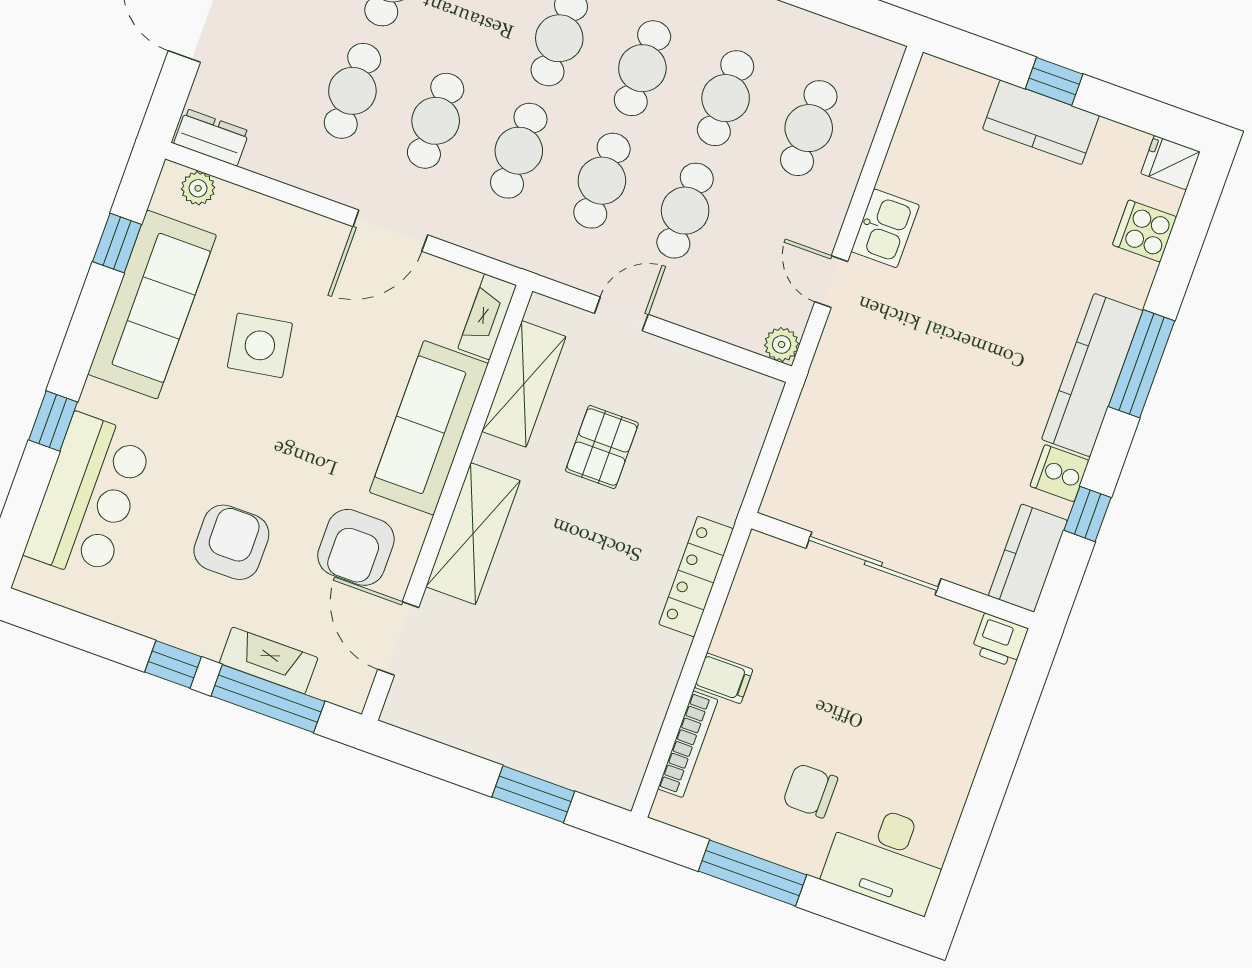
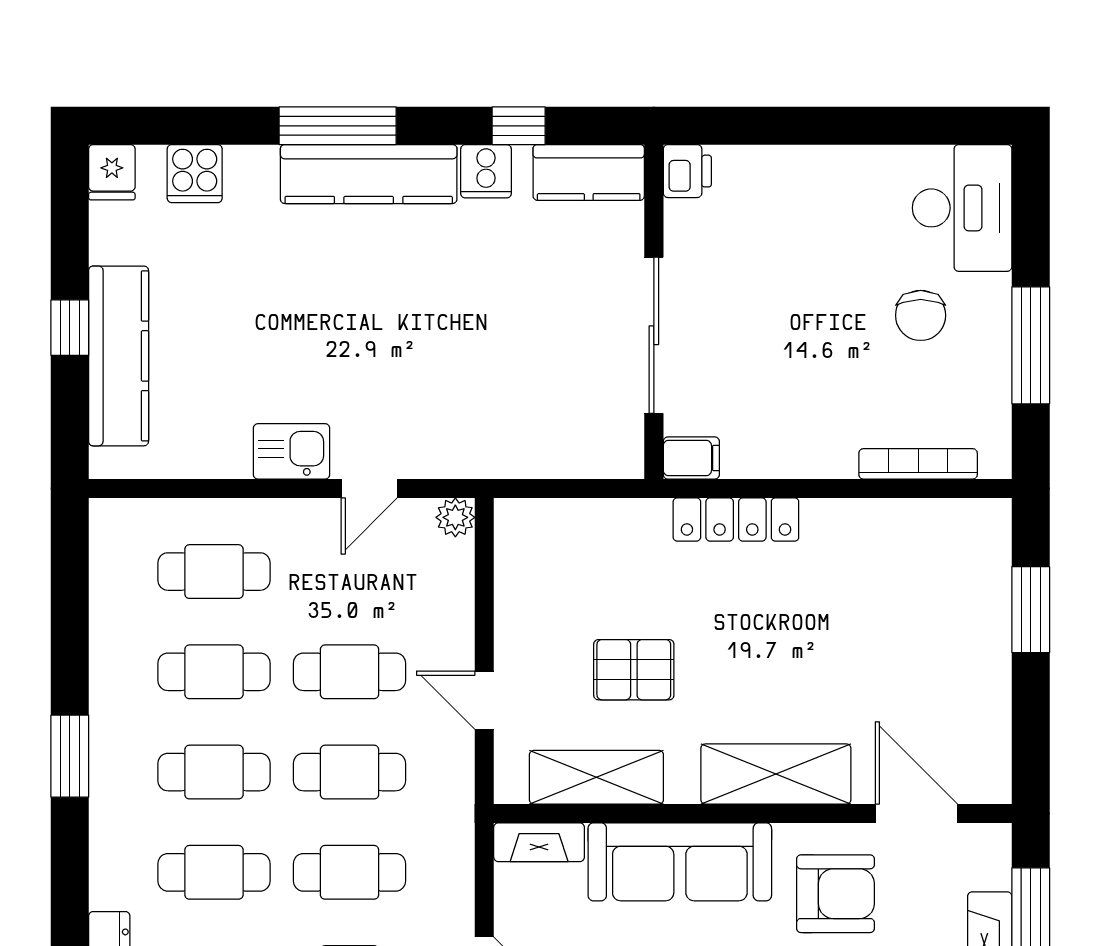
kitchen counter: (1041, 122) -> (119, 356), width x1.50
door: (398, 638) -> (916, 813), swing flipped
filing cabinet: (724, 678) -> (691, 458), moved, turned 90

